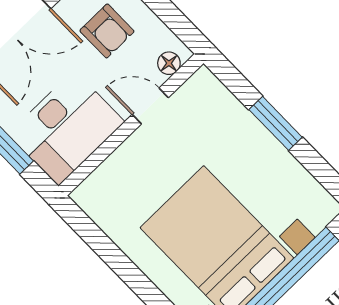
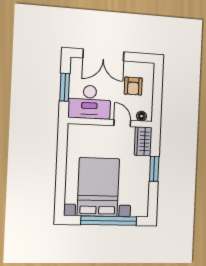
wardrobe: (213, 99) -> (143, 141), added

